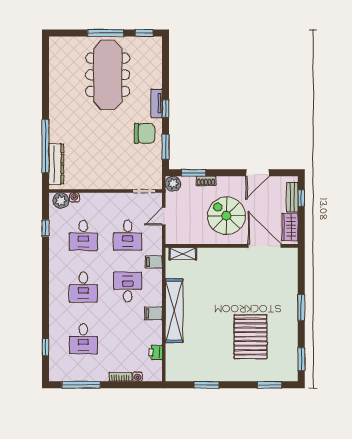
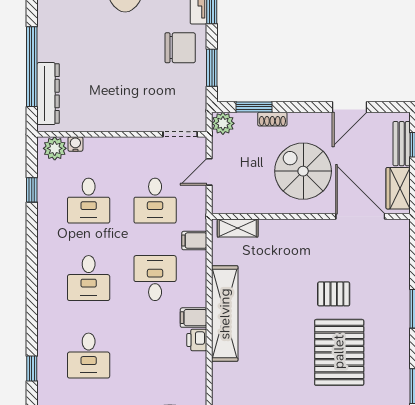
pallet: (247, 298) -> (334, 294), added
printer: (156, 352) -> (197, 340), moved

